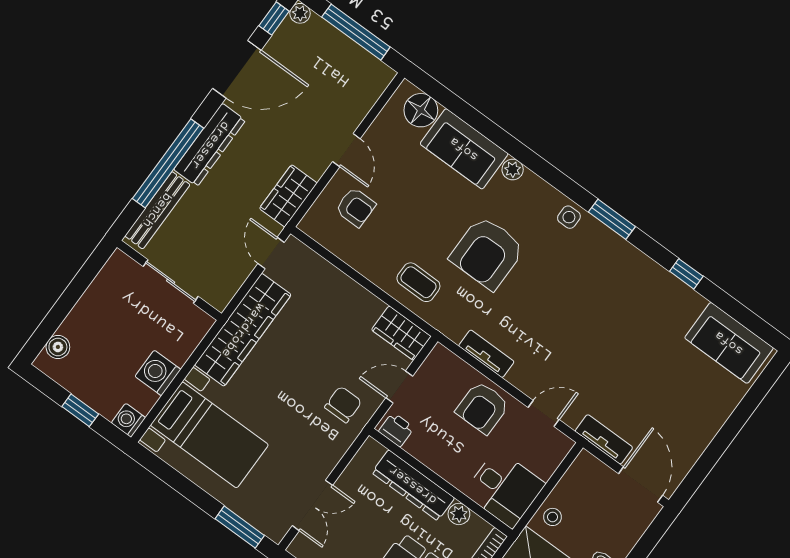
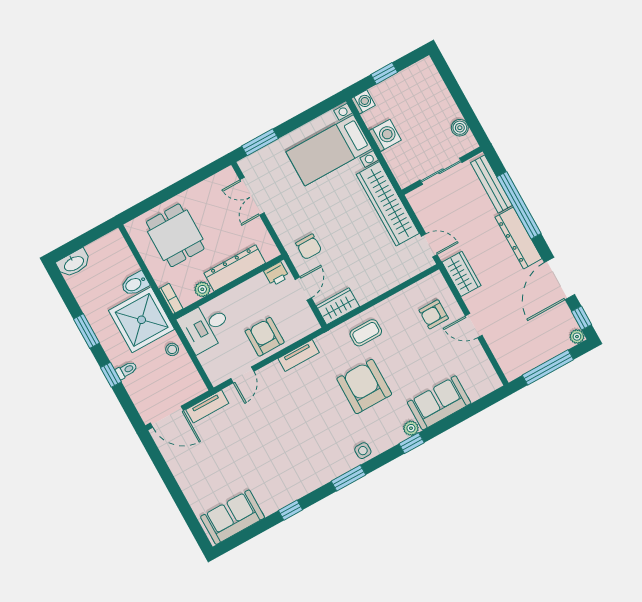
floor lamp: (421, 110) -> (477, 386), removed
window: (531, 160) -> (412, 443), added
boiler: (58, 347) -> (460, 128), moved

